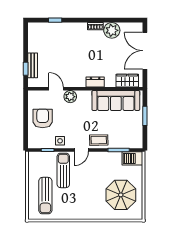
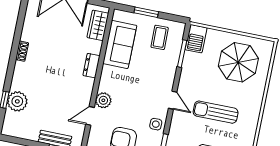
plant: (112, 30) -> (17, 101), moved
sofa: (116, 101) -> (120, 44), width x0.73
coffee table: (99, 140) -> (160, 37), moved
sun lounger: (63, 170) -> (216, 112), moved

